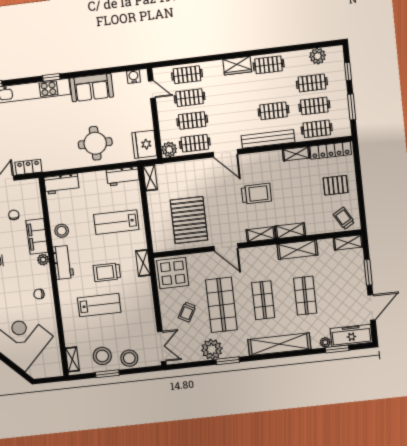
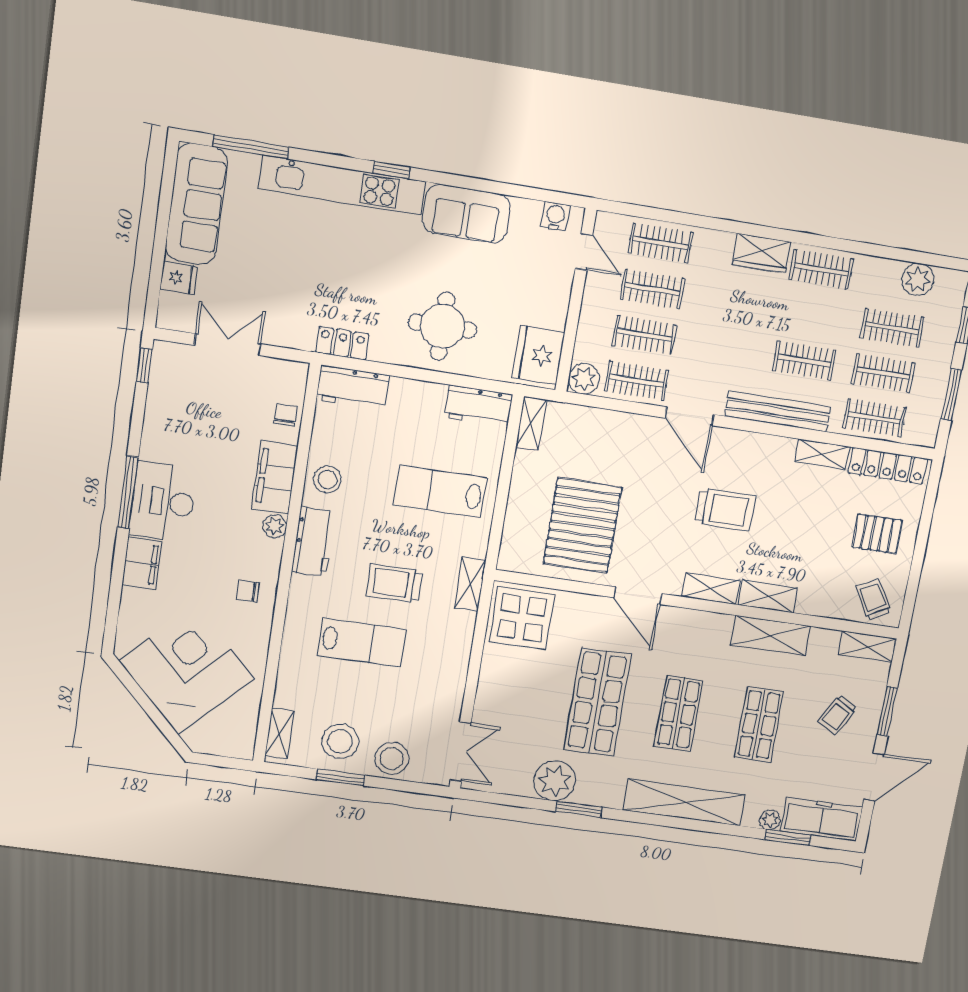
locker: (28, 167) -> (342, 343), moved
chair: (14, 215) -> (285, 415), moved
trolley: (187, 312) -> (838, 715), moved

